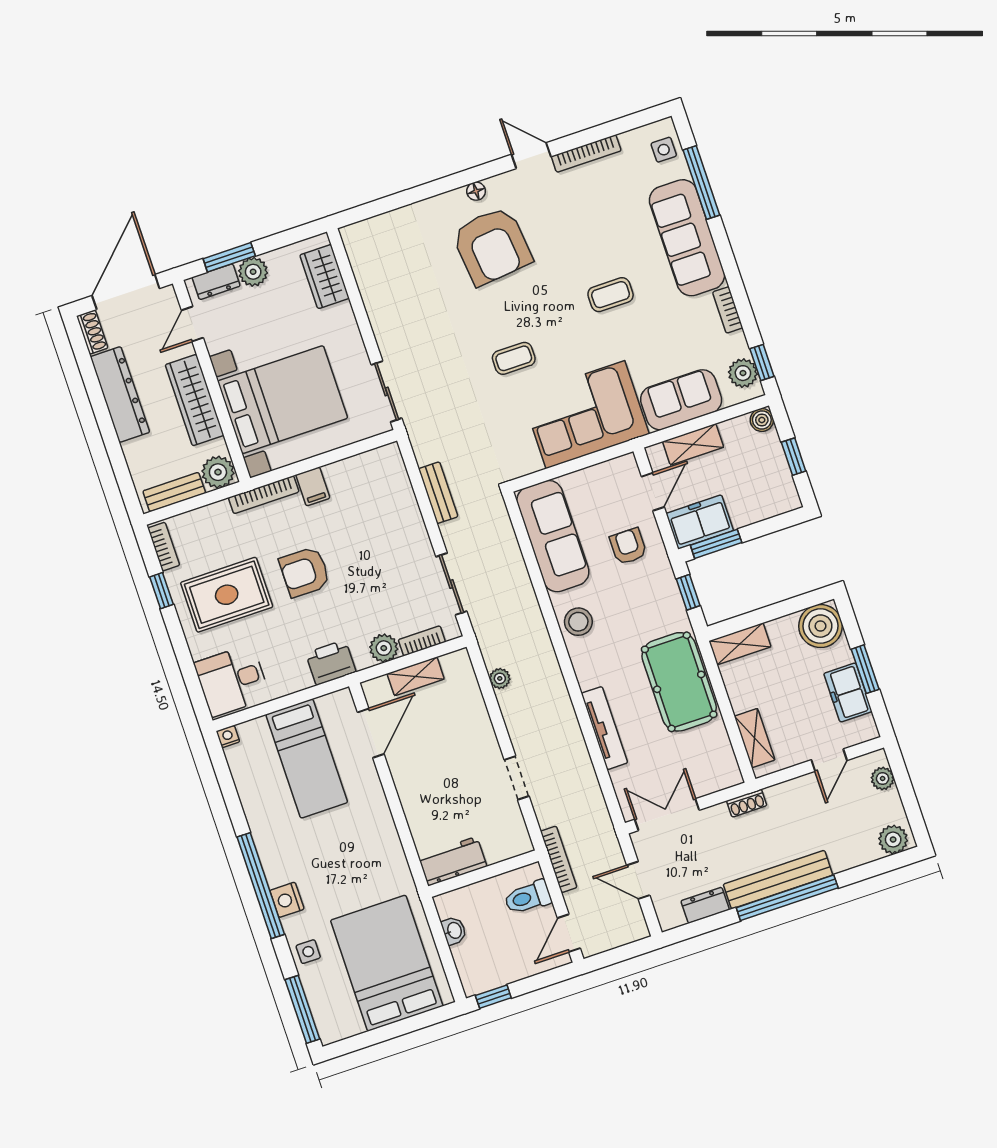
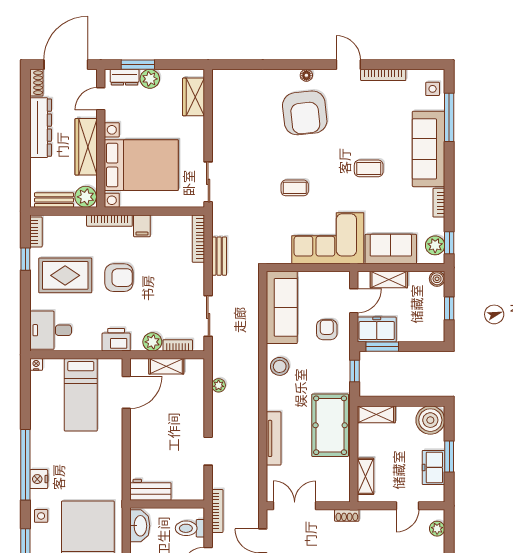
bookcase: (400, 478) -> (198, 239), added
armchair: (305, 572) -> (119, 278), turned 180
washbasin: (454, 931) -> (140, 526), width x1.91, depth x1.45

